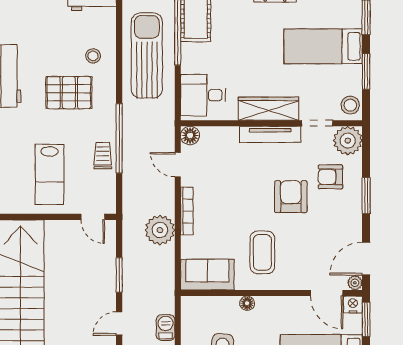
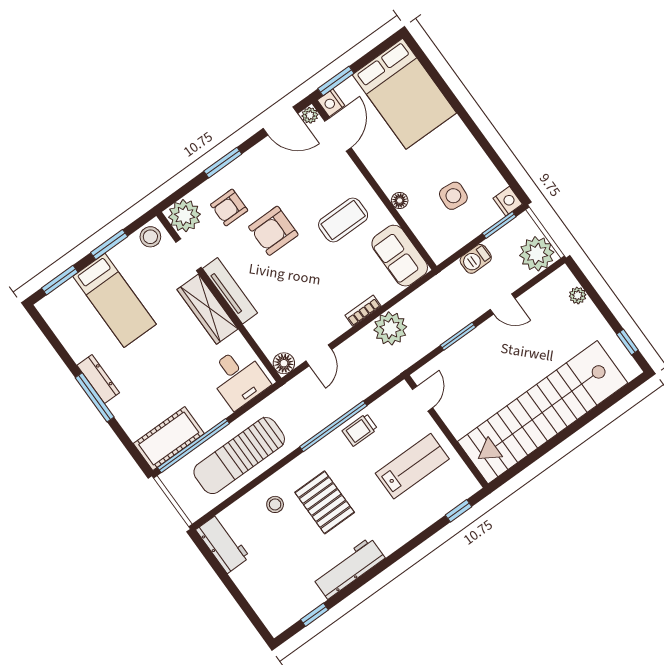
armchair: (330, 177) -> (229, 208), turned 90
bookcase: (187, 211) -> (363, 311), width x0.64

